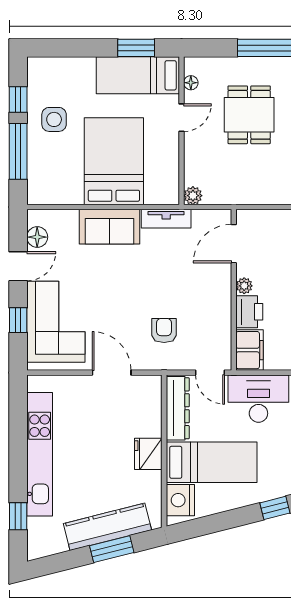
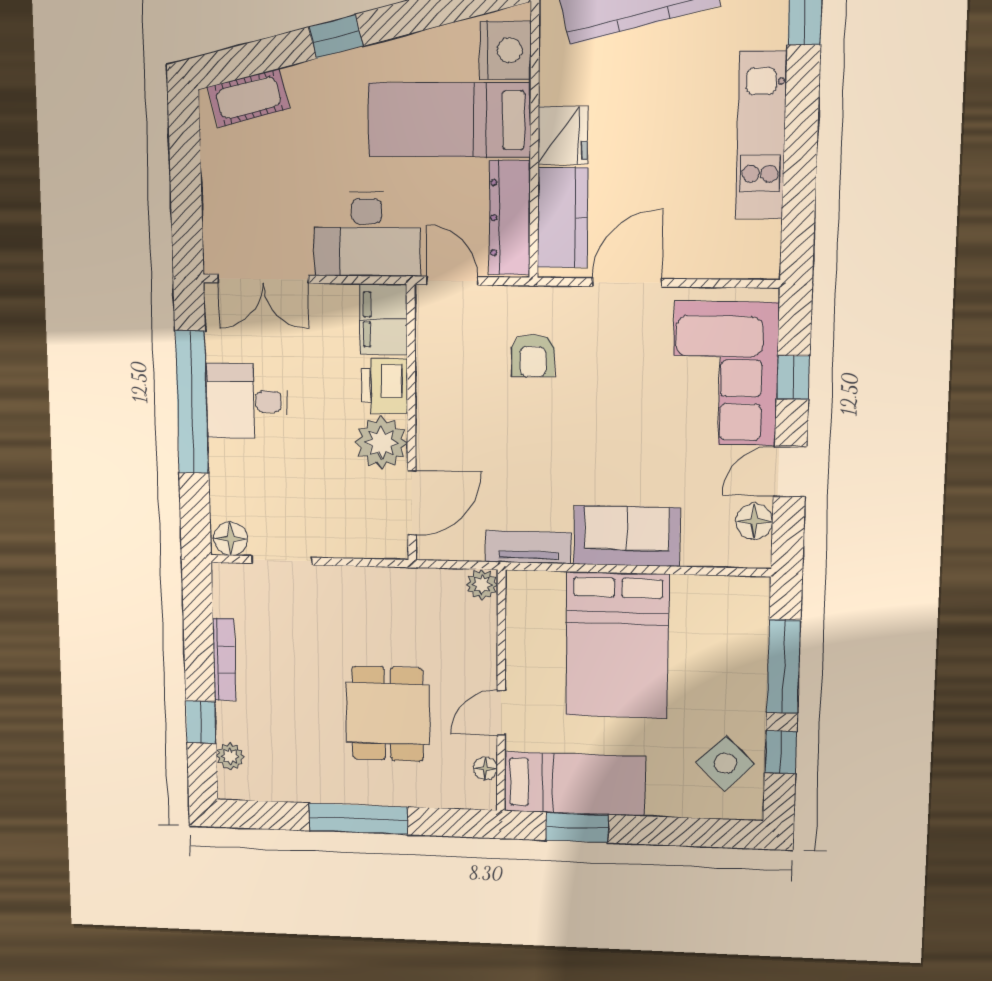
side table: (54, 119) -> (725, 763), moved, turned 45
plant: (244, 286) -> (381, 443), width x1.87, depth x1.87
door: (112, 373) -> (627, 282), swing flipped
kitchen counter: (148, 409) -> (563, 218), added
kitchen unit: (40, 454) -> (761, 135), width x0.73

